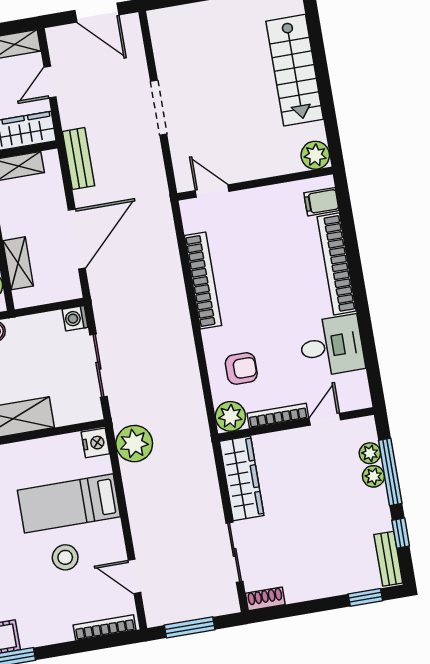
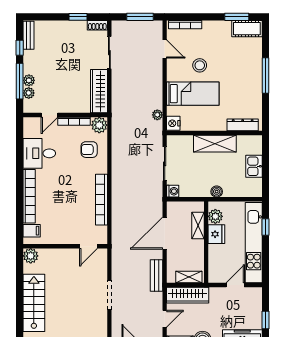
door: (212, 191) -> (89, 246), hinge flipped
plant: (134, 444) -> (157, 115), width x0.53, depth x0.53
window: (365, 597) -> (78, 17), moved

